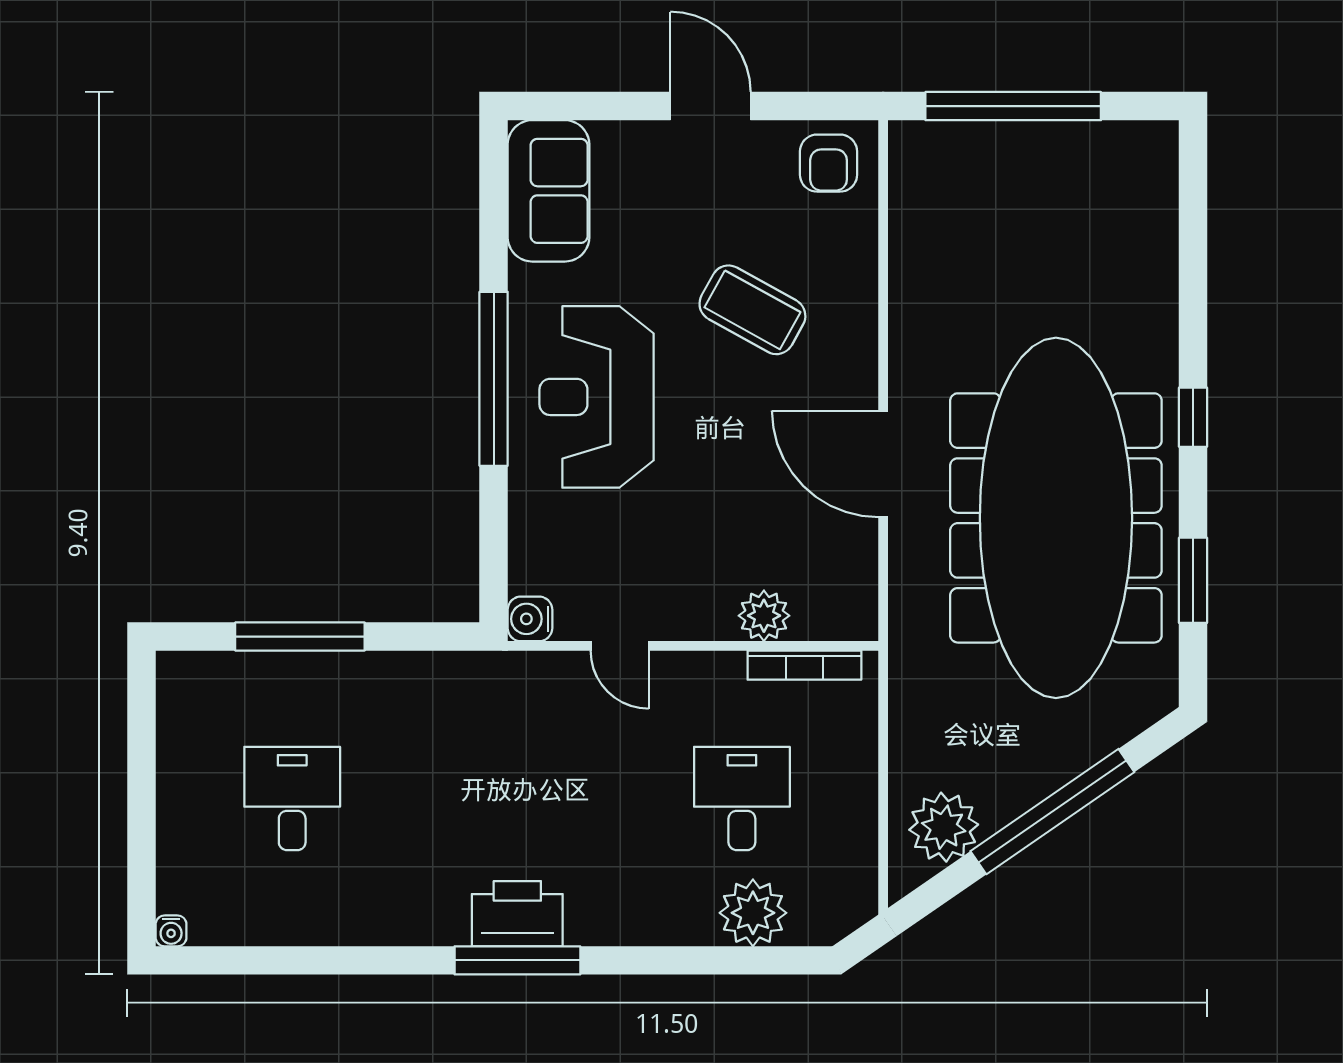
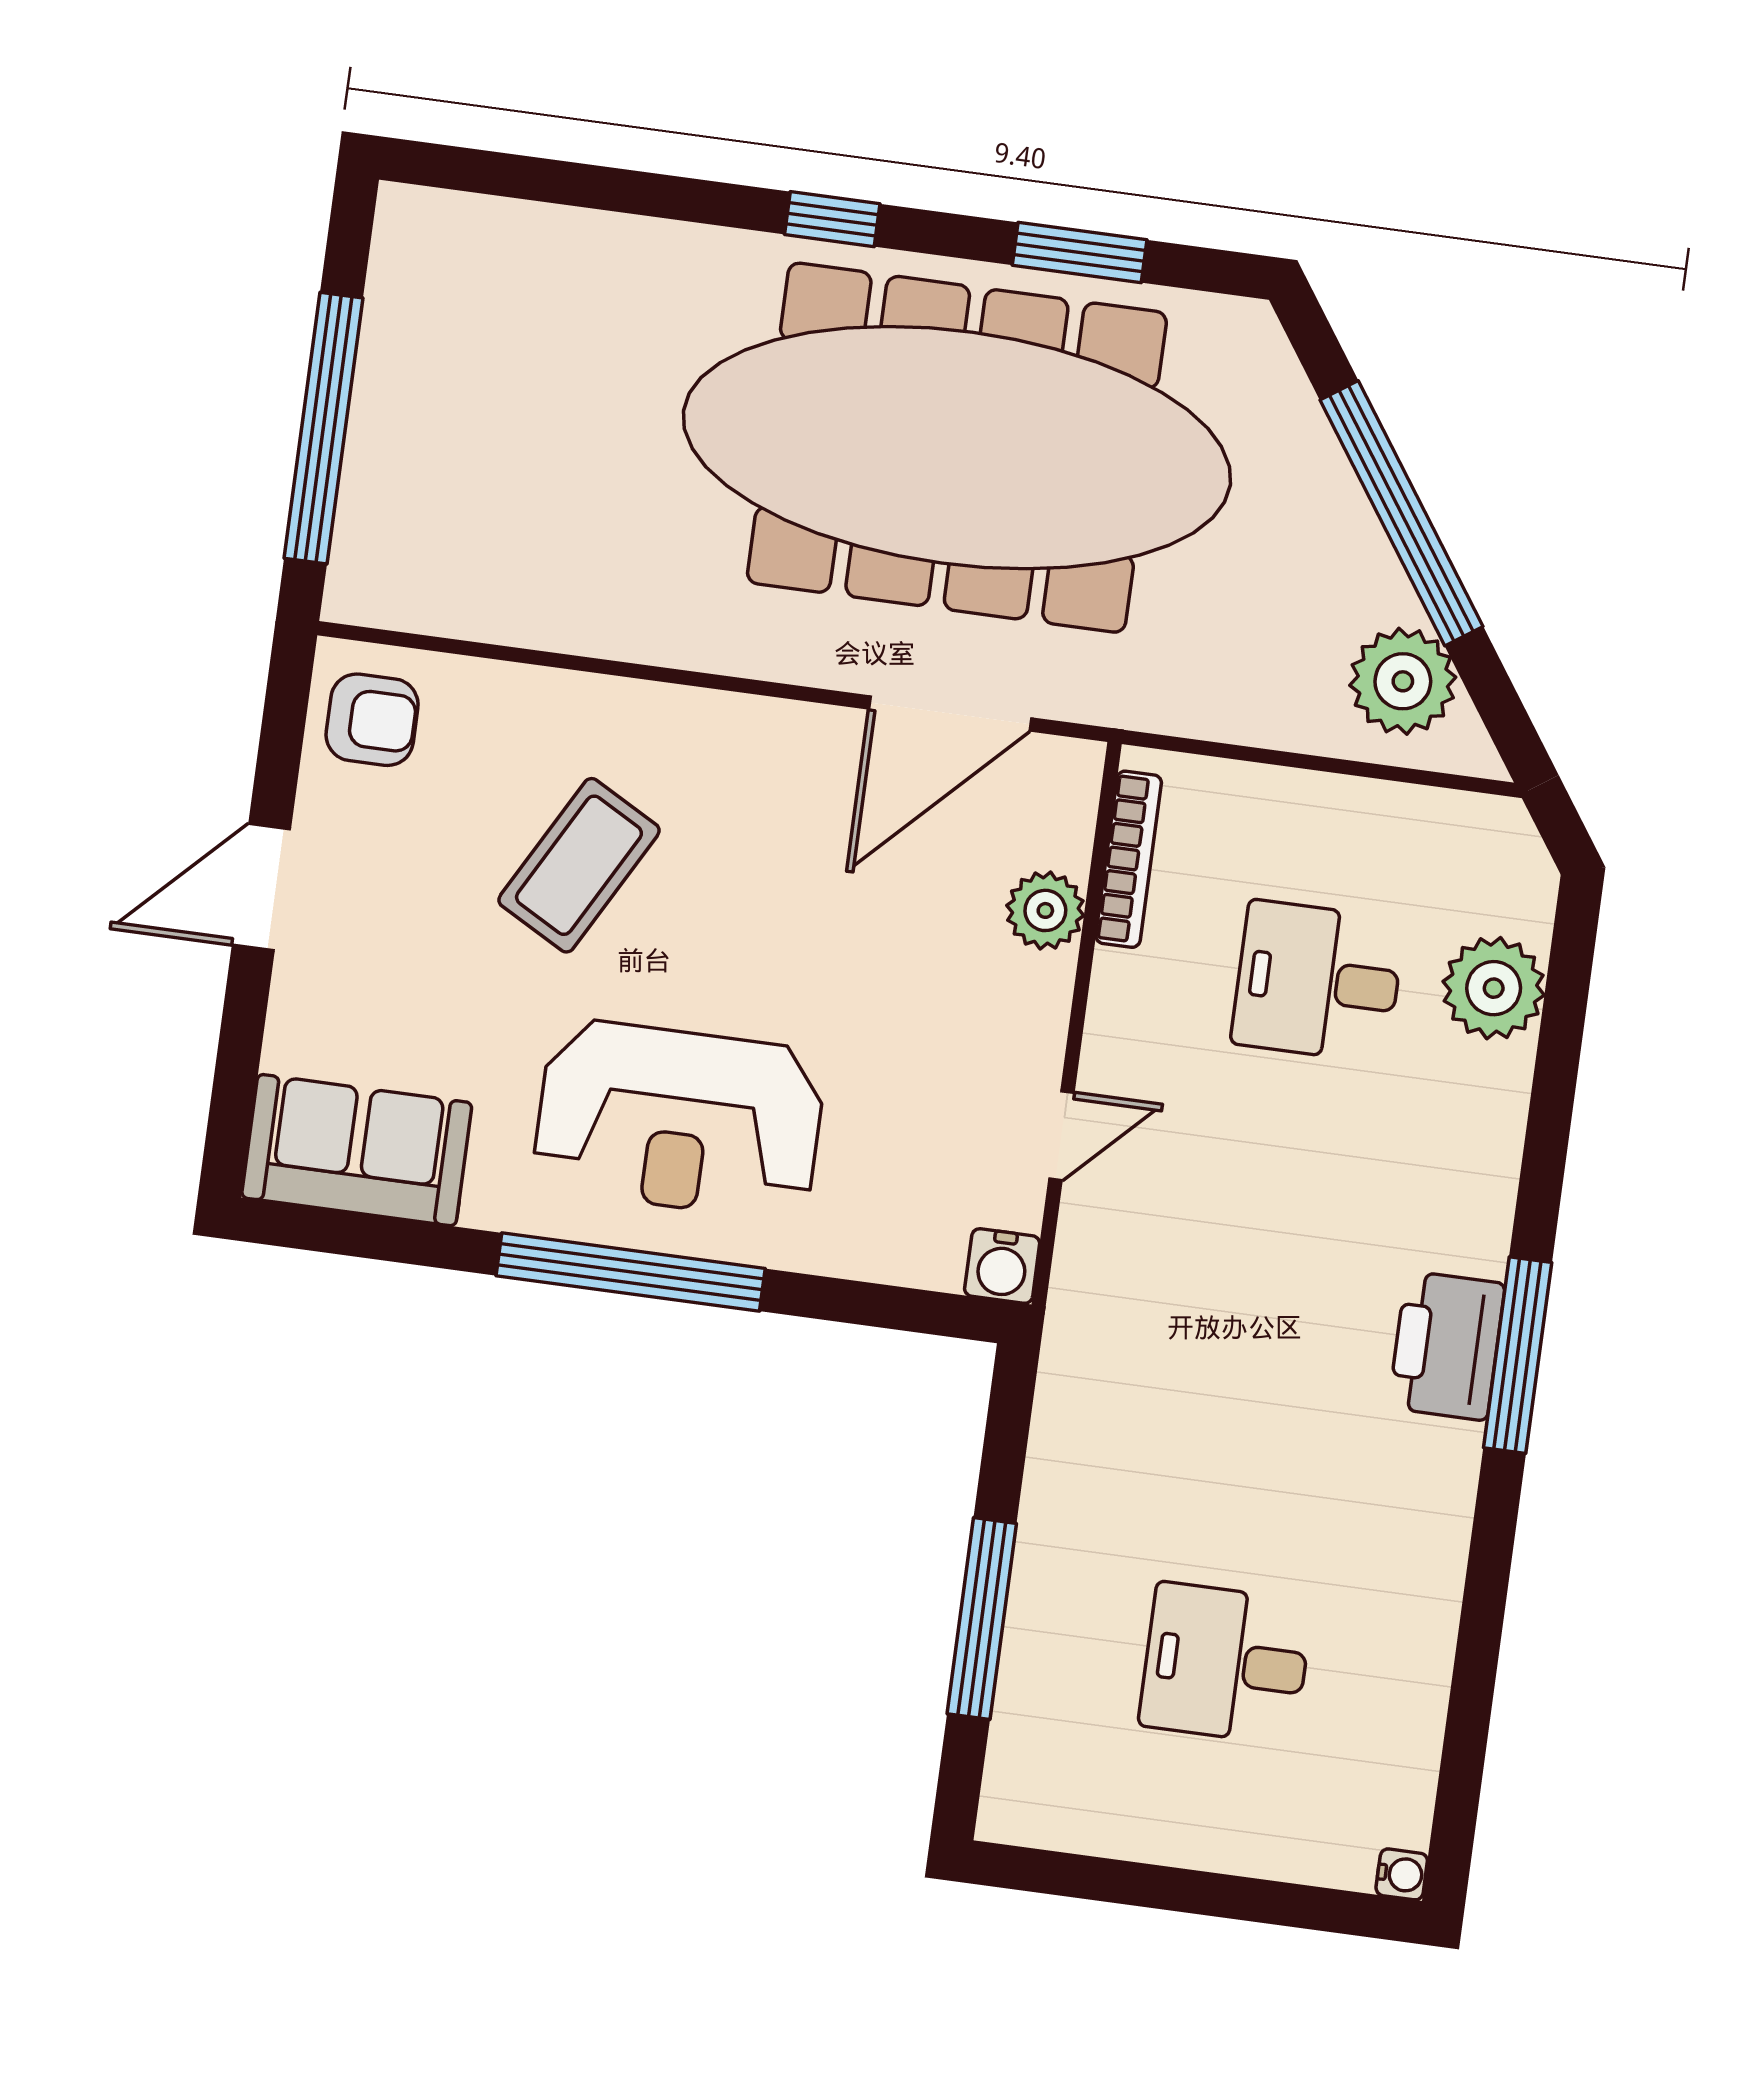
door: (883, 464) -> (950, 714), moved

